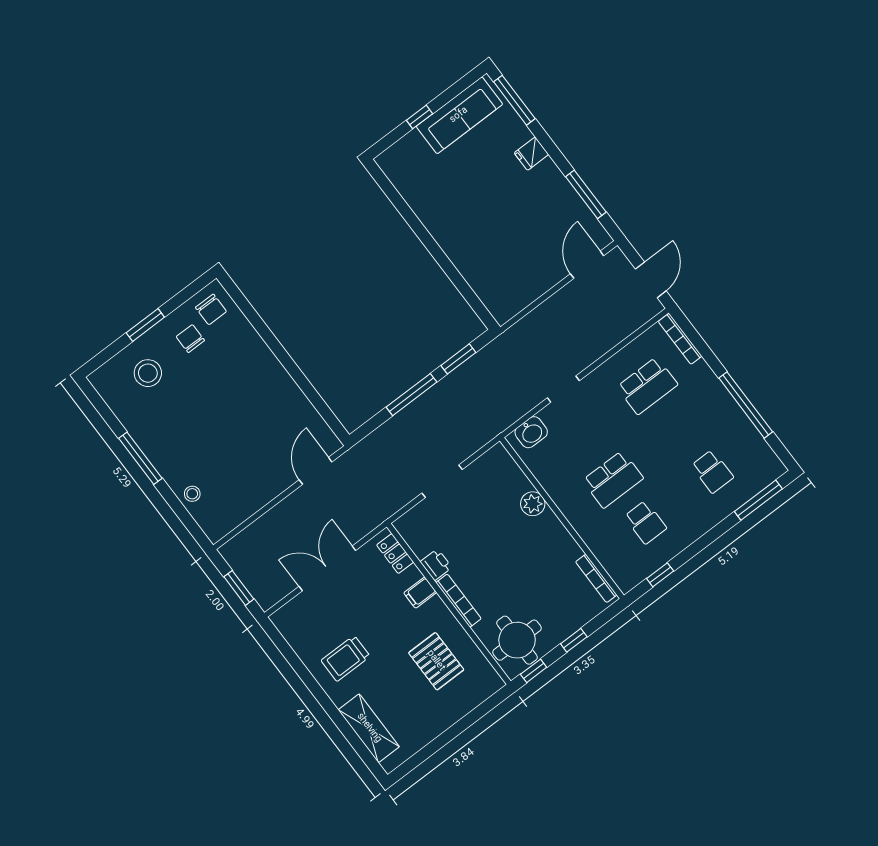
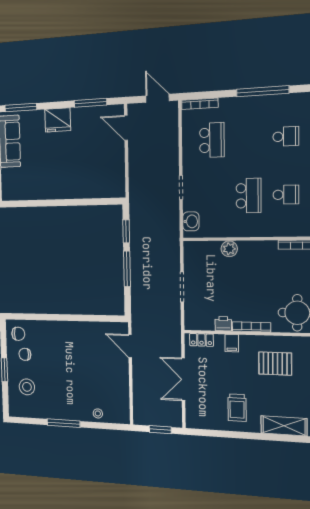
fridge: (531, 154) -> (58, 120), width x1.88, depth x1.34

